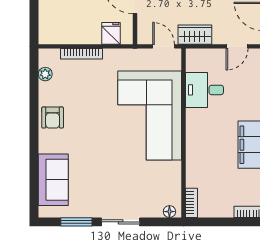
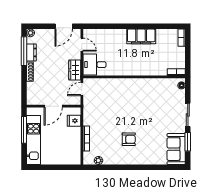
desk: (204, 90) -> (94, 65), moved, turned 90
corner sofa: (150, 116) -> (124, 97), removed
armchair: (53, 118) -> (129, 139), moved
sofa: (53, 180) -> (176, 149), moved, turned -90

